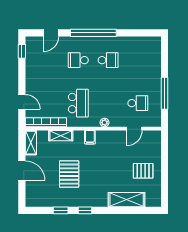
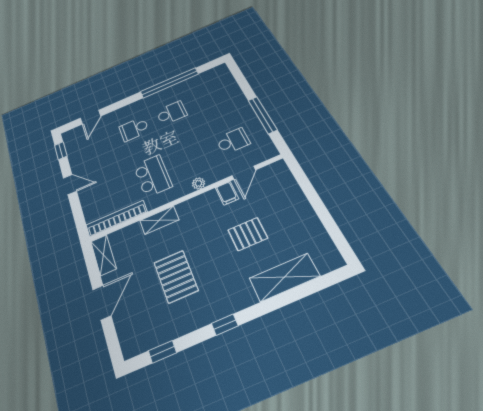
window: (93, 33) -> (169, 83), moved
door: (22, 102) -> (70, 184), moved
shelving: (61, 136) -> (159, 220), moved
filing cabinet: (90, 137) -> (227, 193), moved
door: (22, 171) -> (102, 302), hinge flipped
pallet: (143, 171) -> (248, 234), moved
window: (61, 210) -> (162, 352), moved

